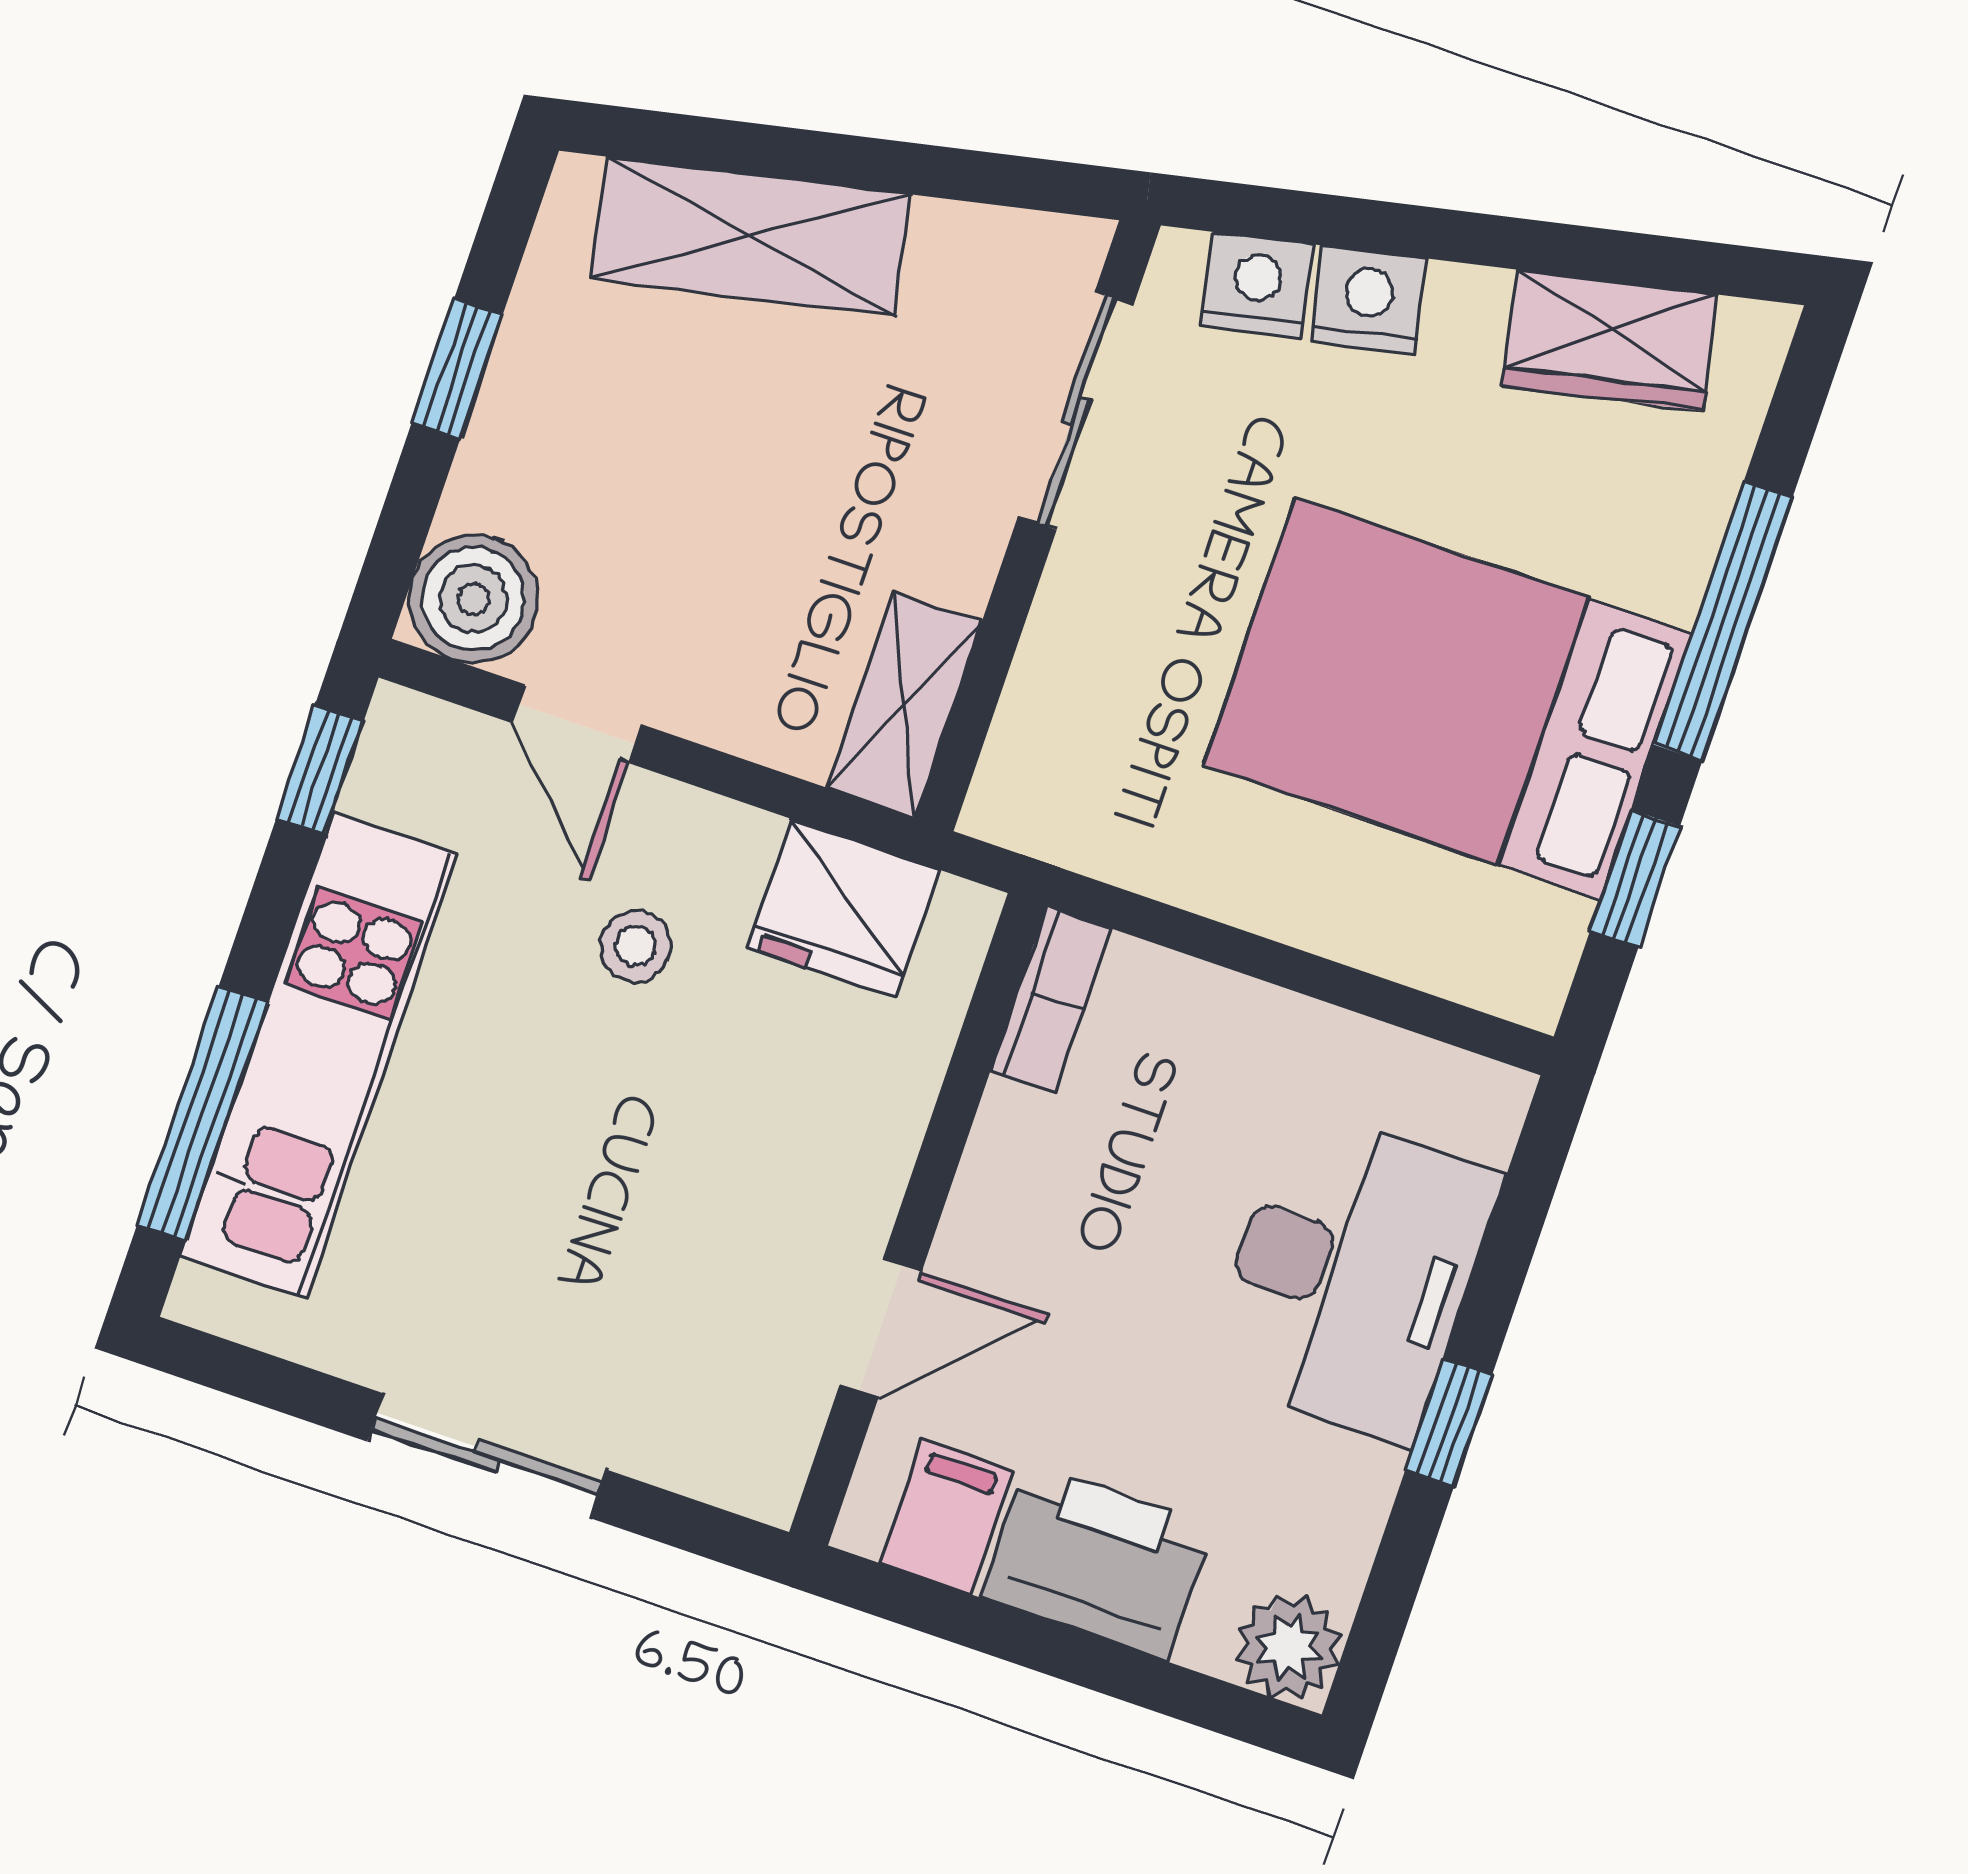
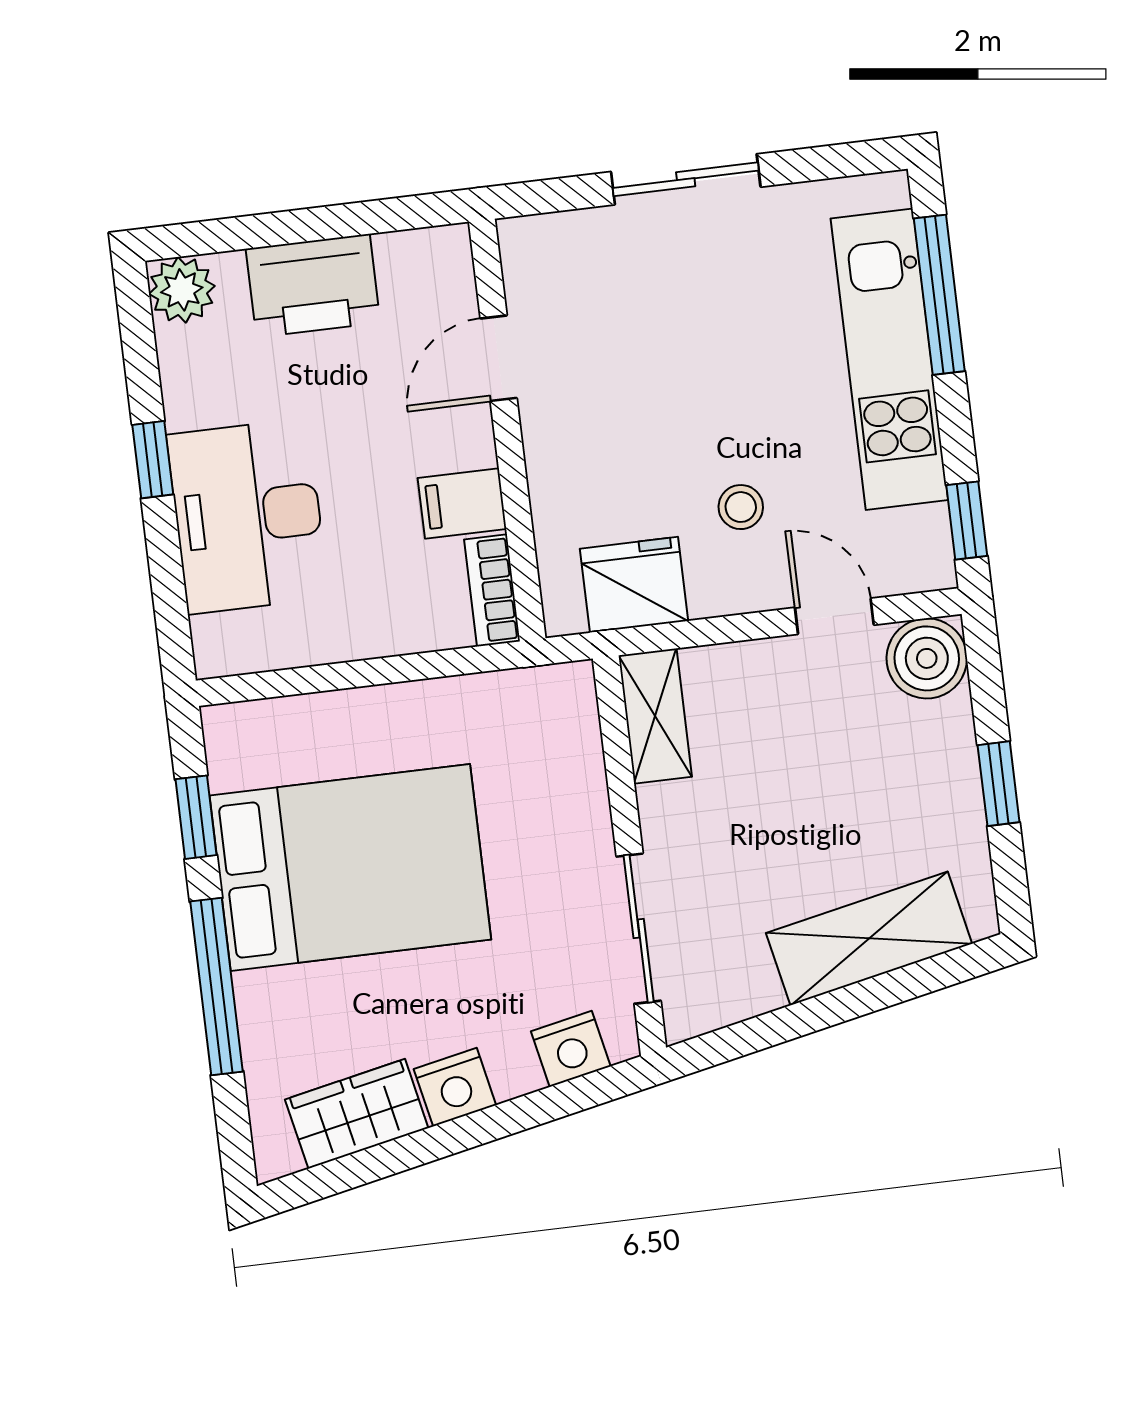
nightstand: (1368, 300) -> (455, 1087), moved
filing cabinet: (947, 1517) -> (462, 503), moved, turned 90

